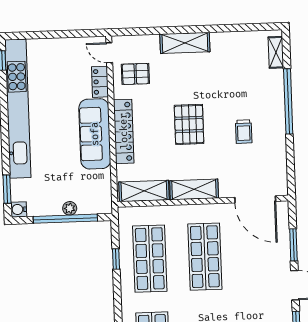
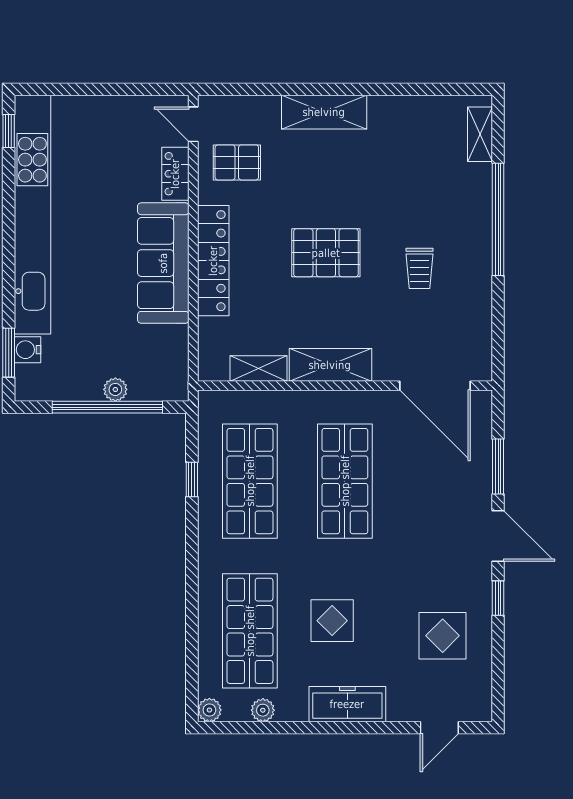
pallet: (189, 124) -> (326, 253), turned 90
shelving: (144, 191) -> (259, 369), width x0.67, depth x0.75
water cooler: (19, 209) -> (27, 350), moved

